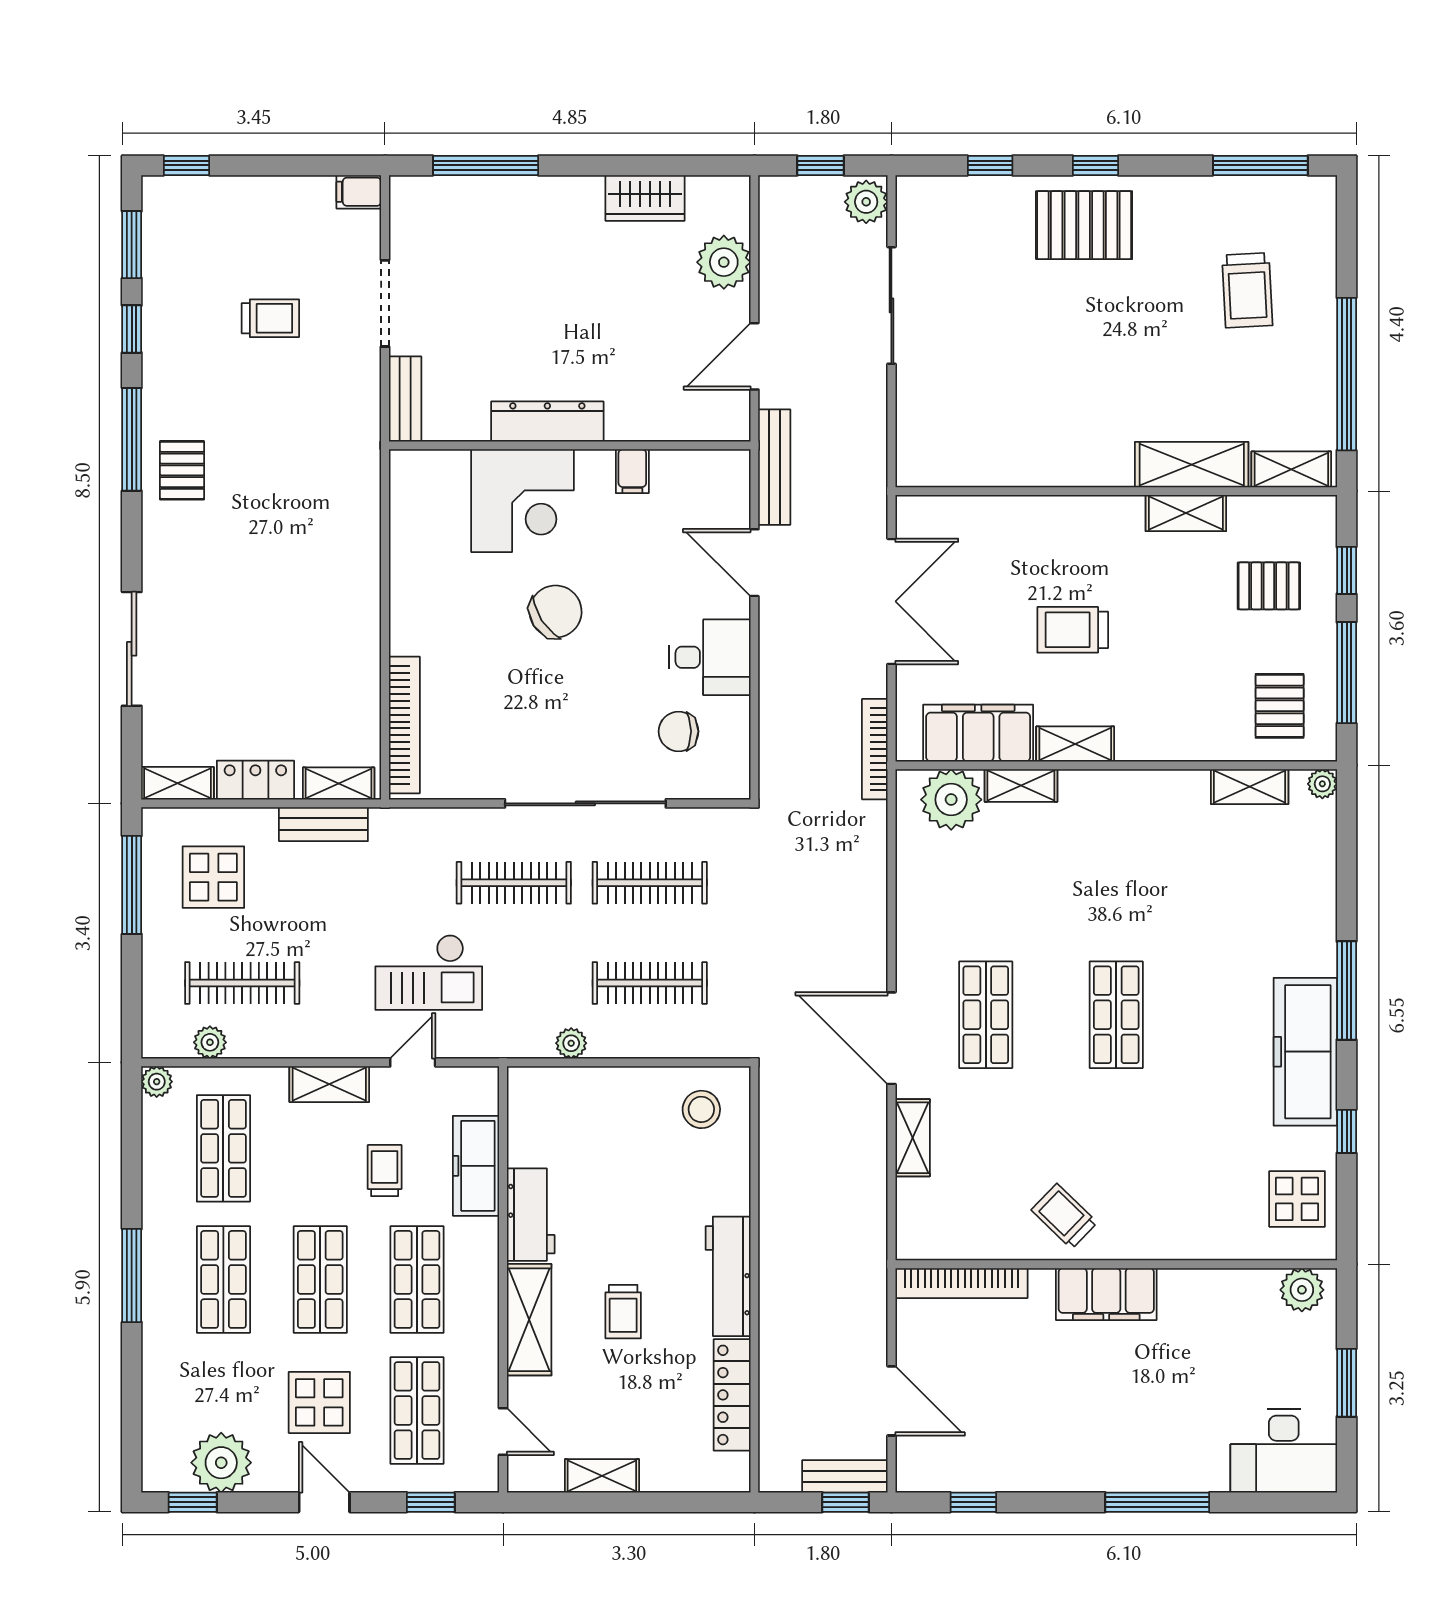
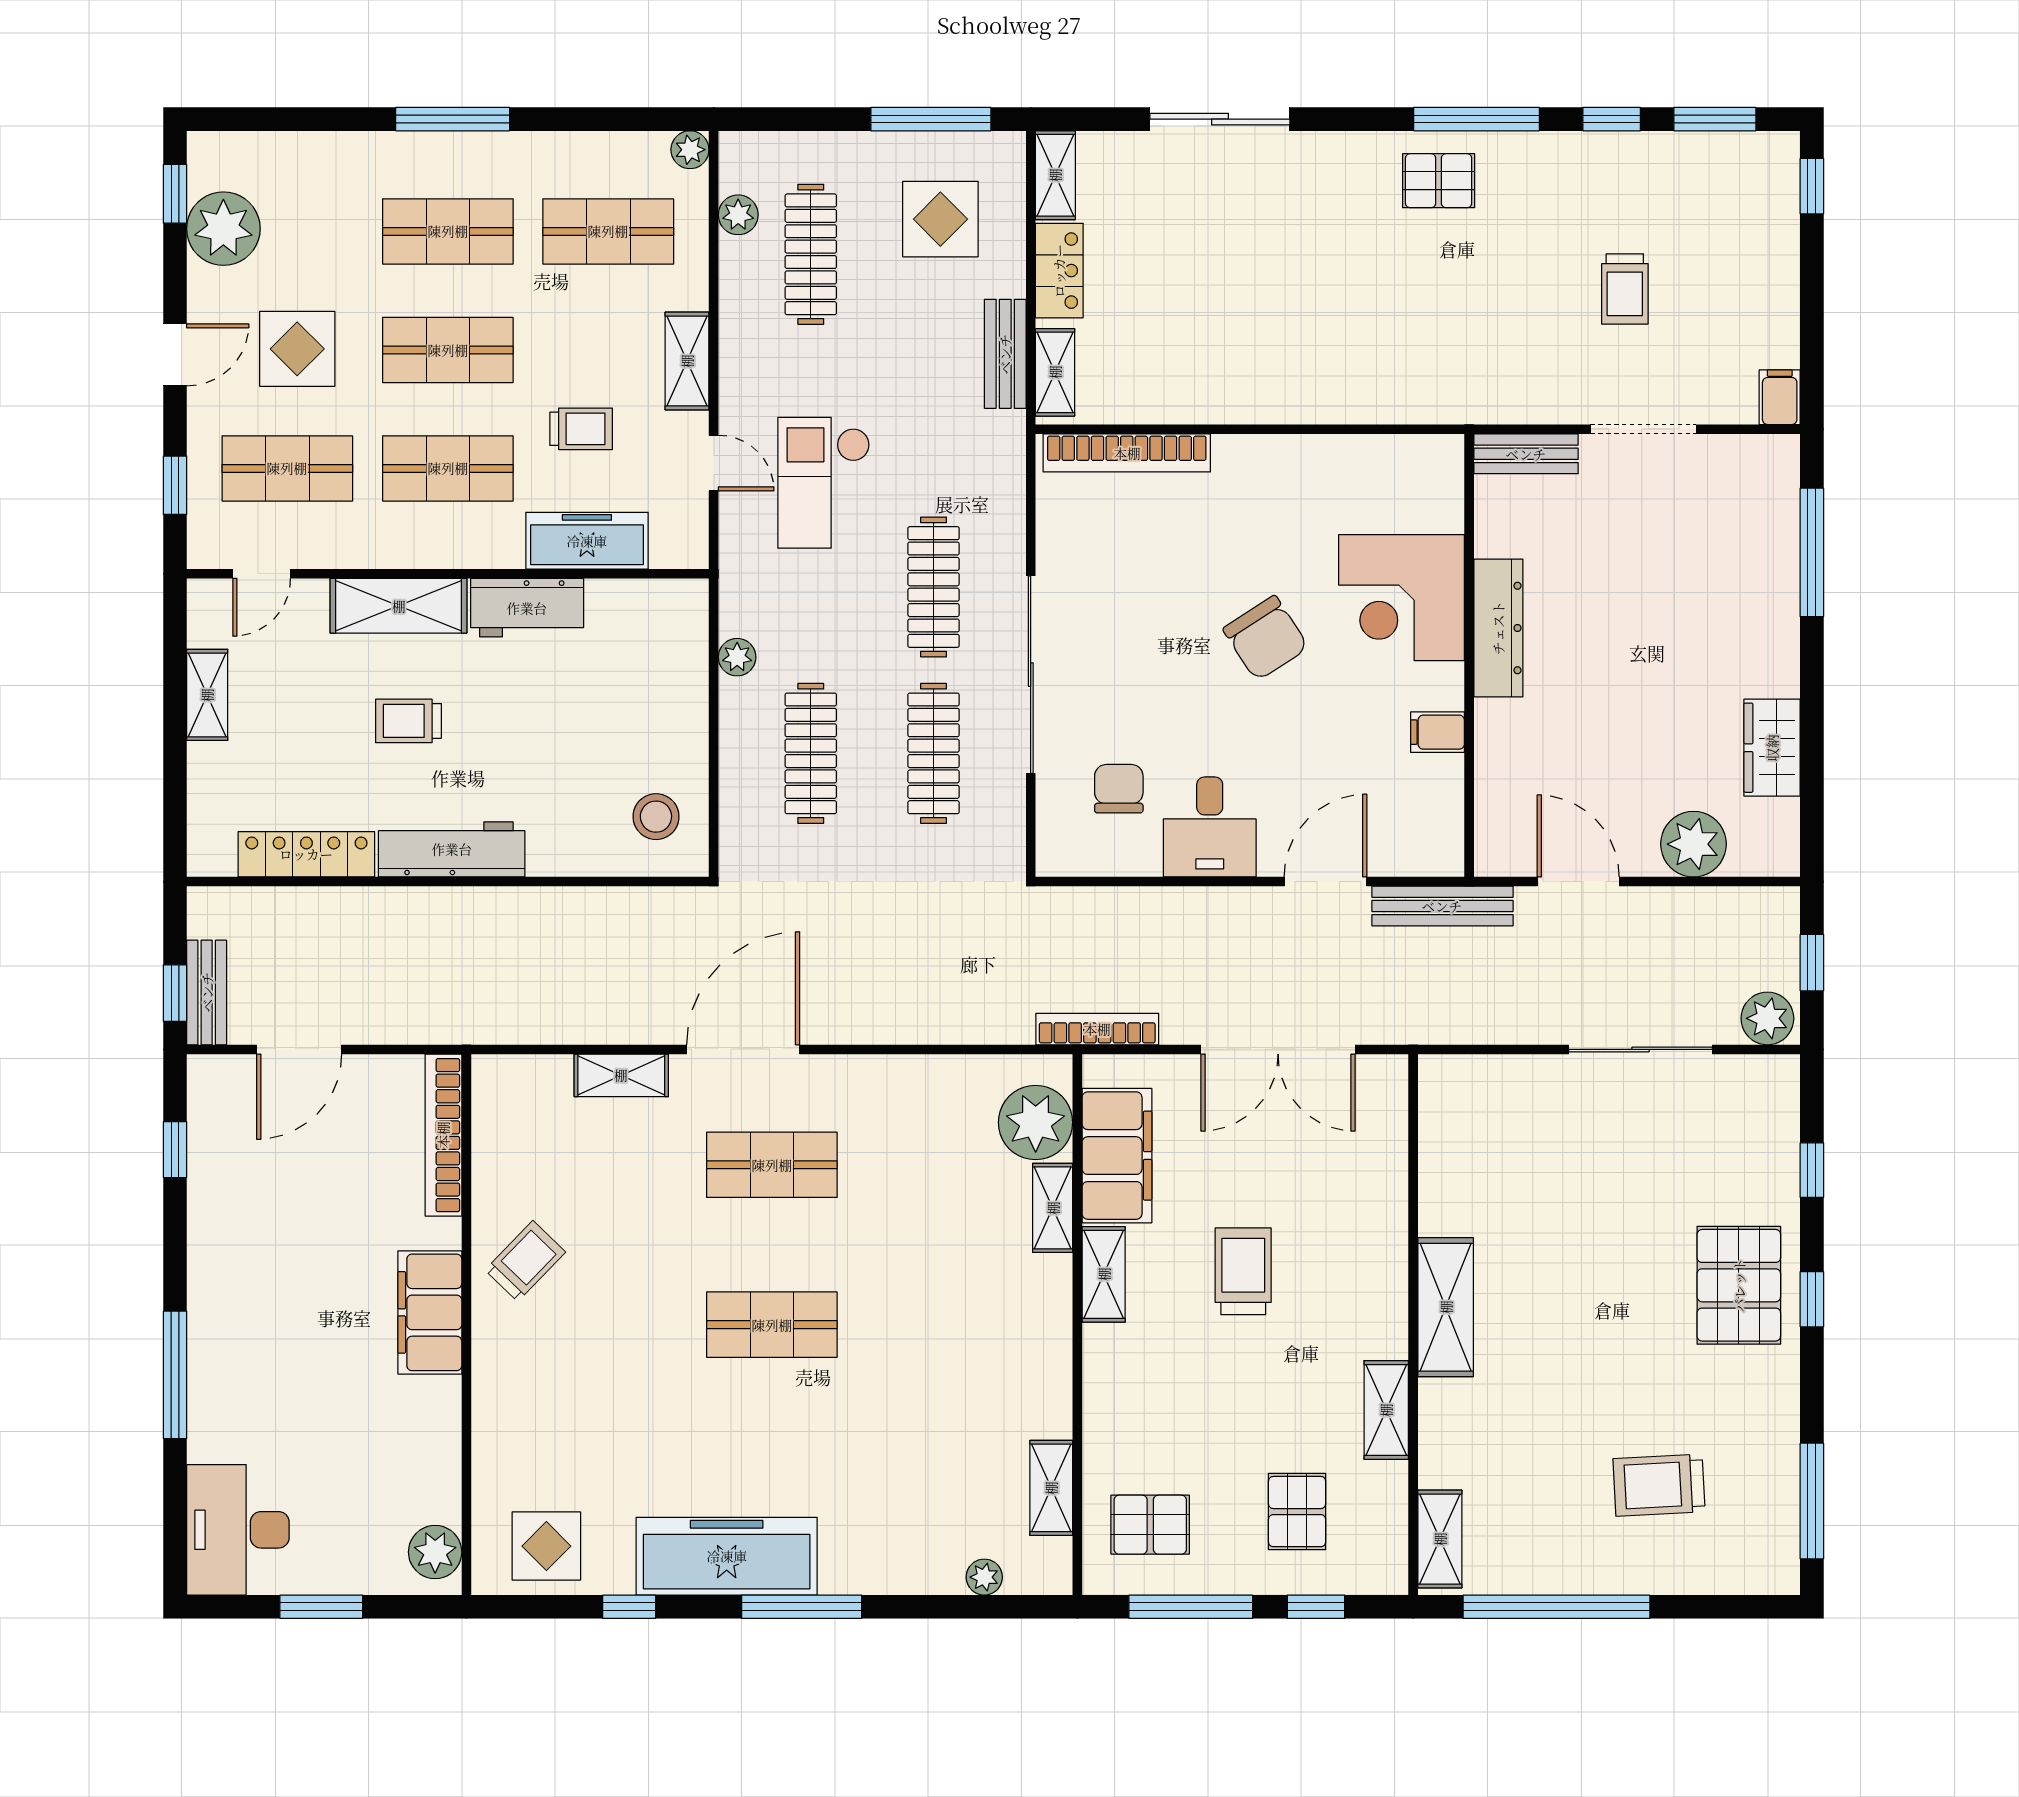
shelving: (1192, 465) -> (1446, 1307), moved
plant: (1322, 784) -> (984, 1577), moved

